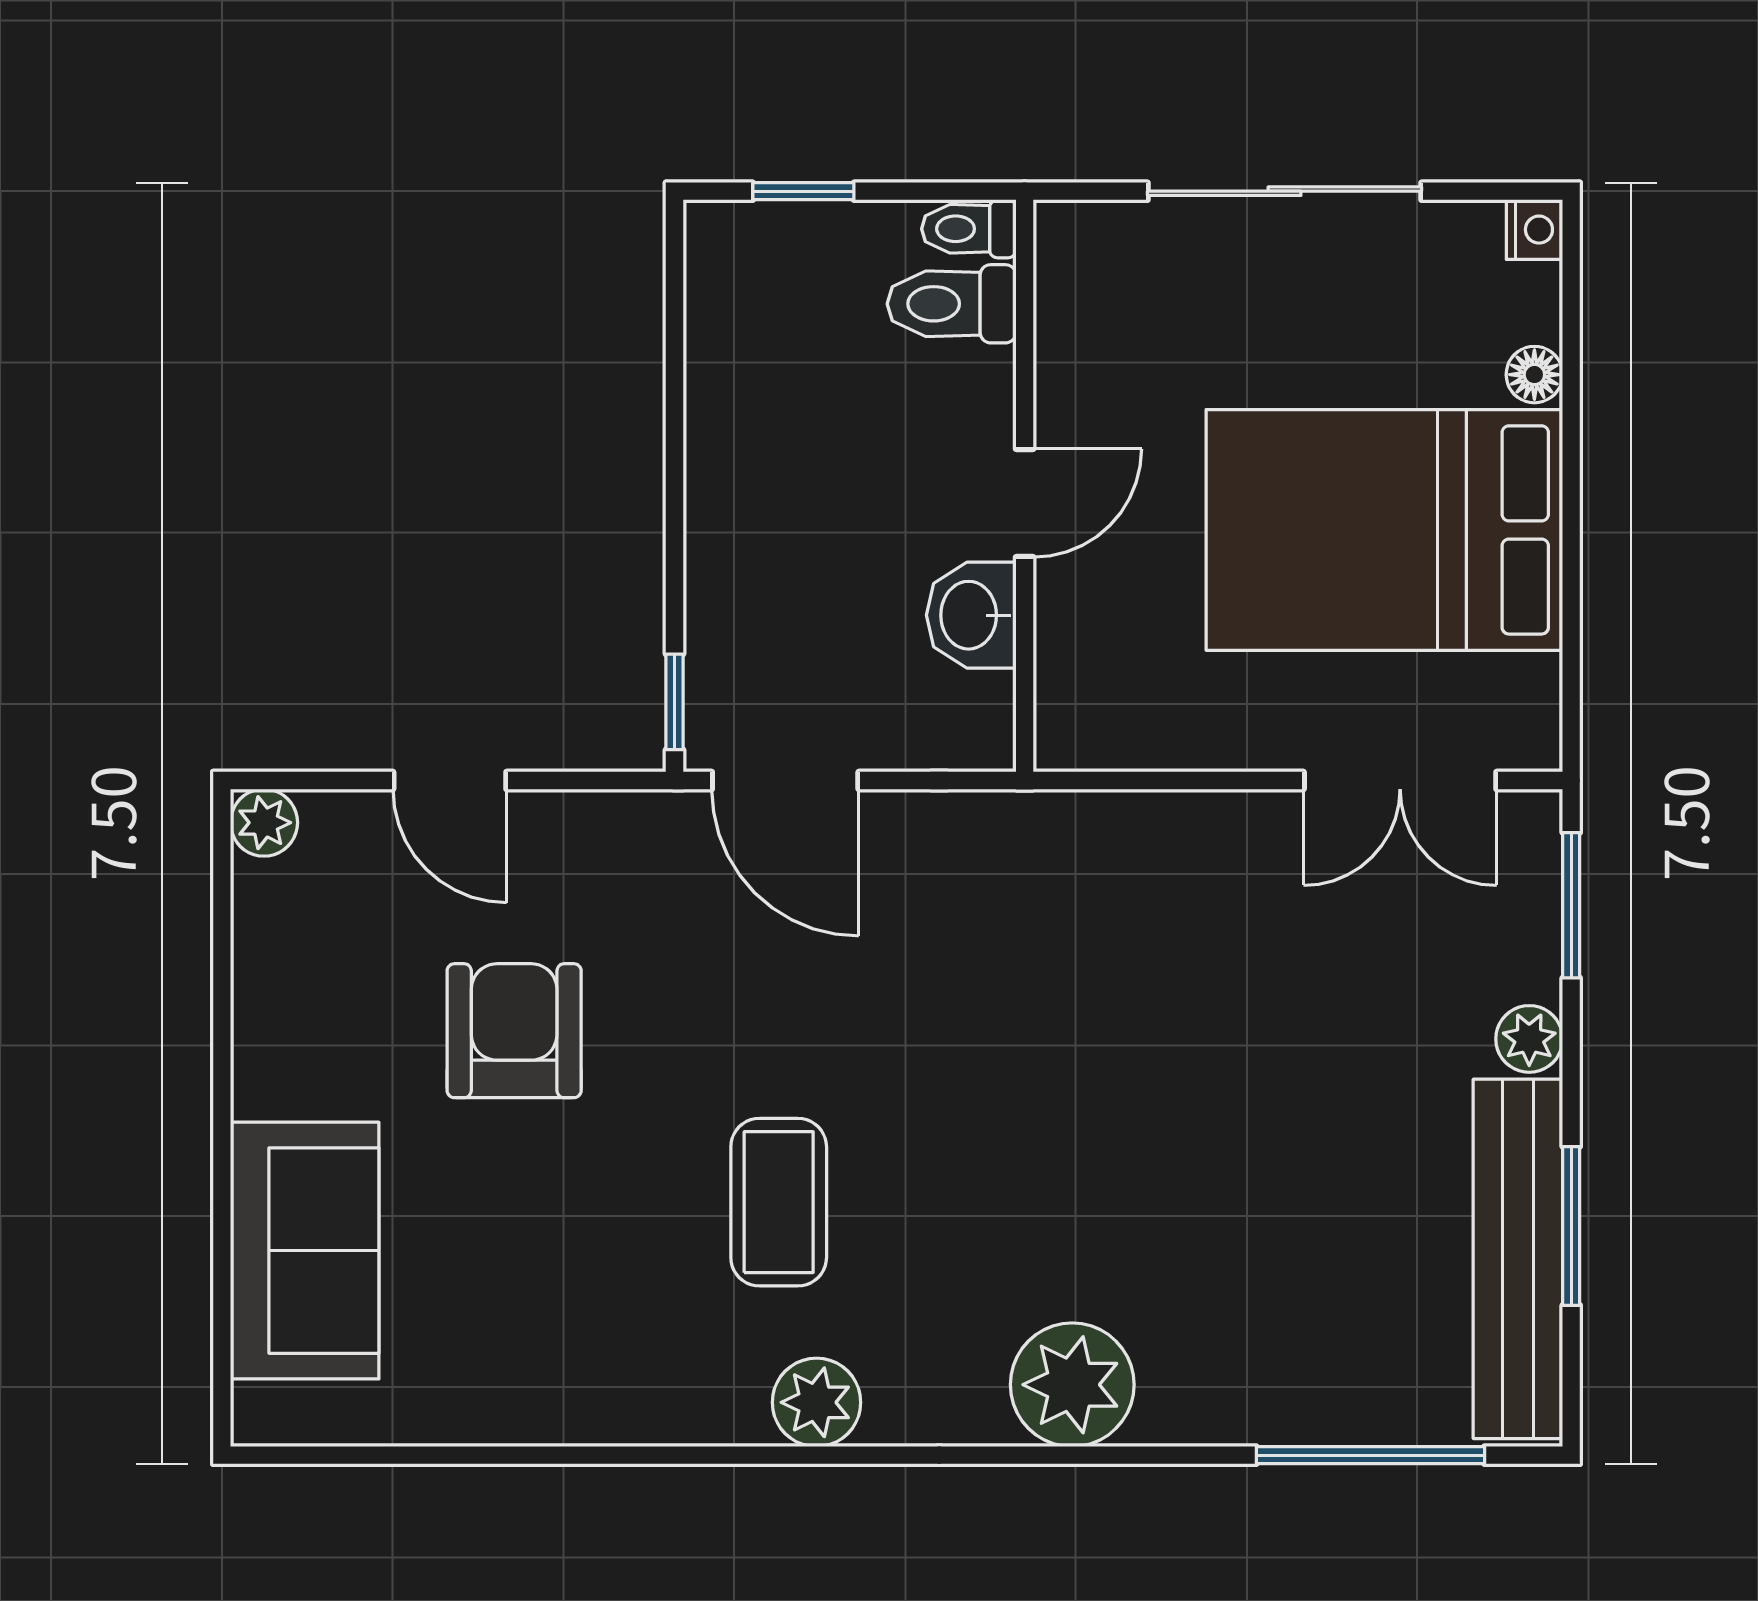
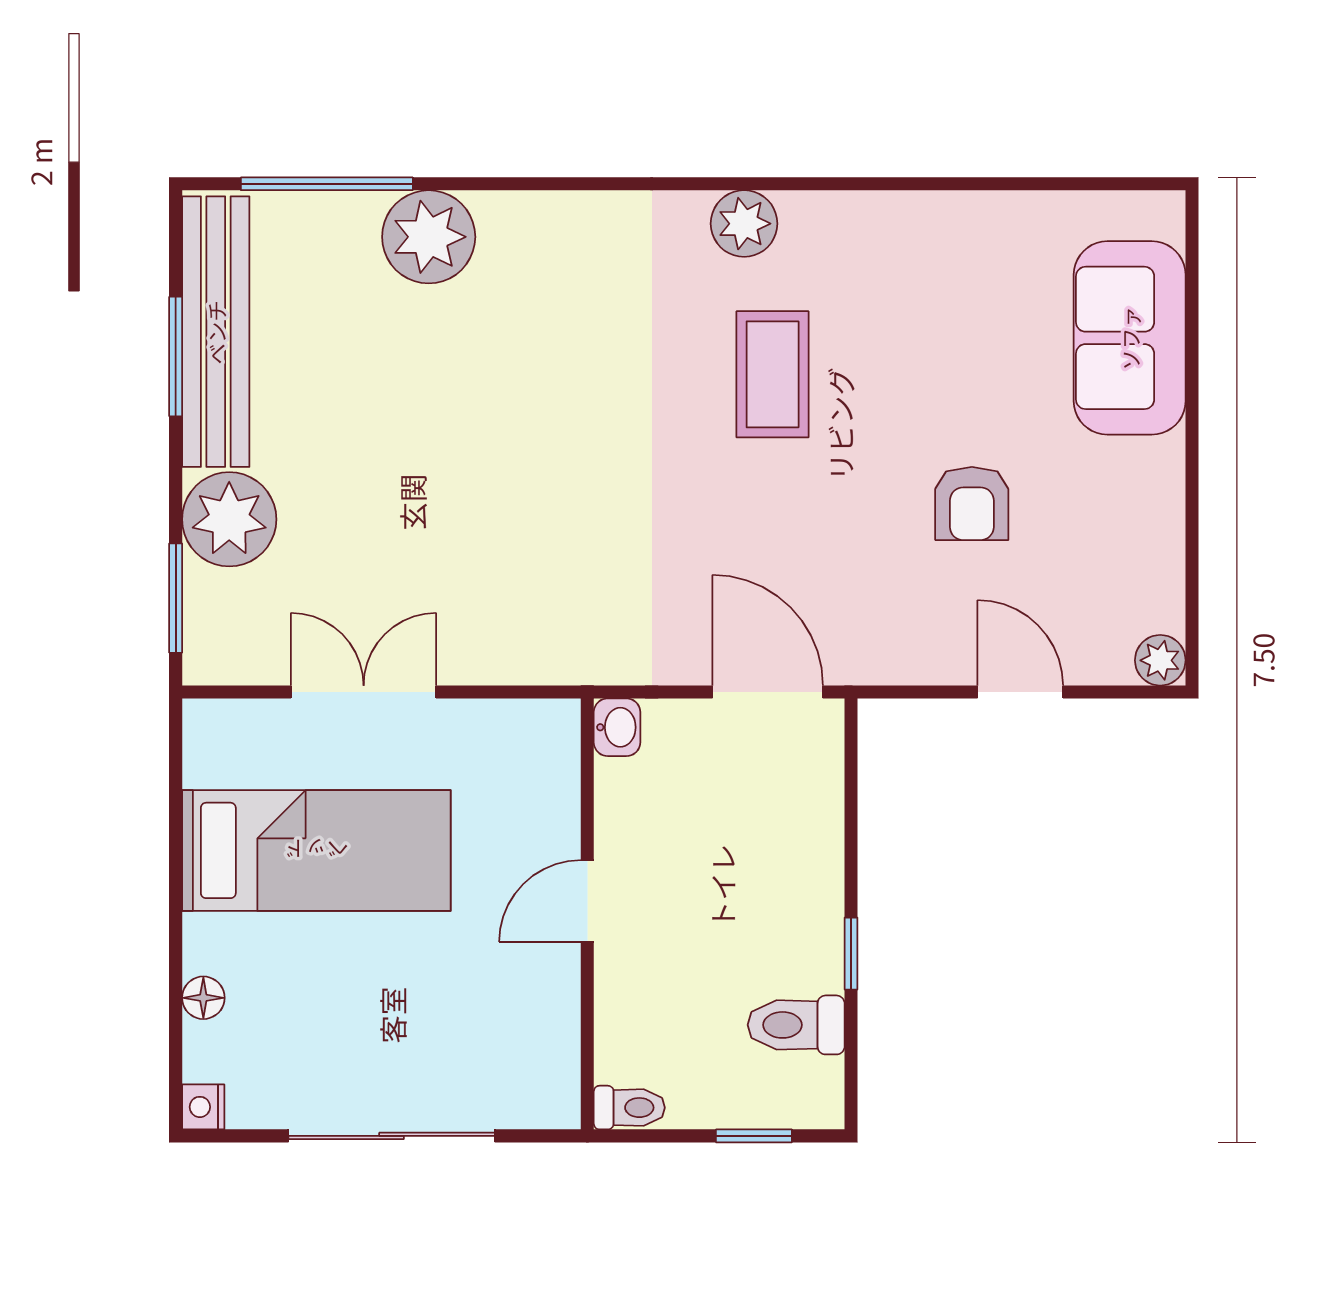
toilet: (952, 304) -> (796, 1025), moved, turned 180
bed: (1384, 530) -> (316, 850), width x0.67
washbasin: (971, 615) -> (617, 727), moved, width x0.72, depth x0.69
window: (674, 702) -> (851, 954), moved
double door: (1400, 780) -> (364, 692), moved
armchair: (514, 1031) -> (972, 504), width x0.72, depth x0.72
plant: (1529, 1039) -> (229, 519), width x1.88, depth x1.88
plant: (1072, 1385) -> (429, 237), moved

